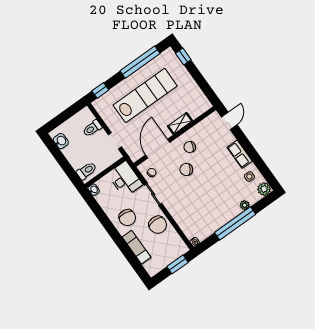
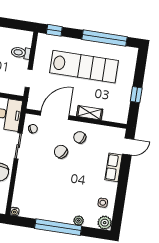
window: (183, 57) -> (136, 95), moved
row of seats: (240, 154) -> (114, 167), moved

